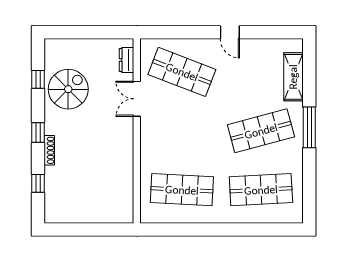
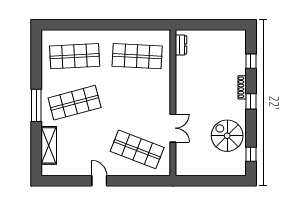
dresser: (126, 60) -> (181, 45), moved
window: (38, 79) -> (251, 154), moved
spiral stairs: (68, 89) -> (227, 136), turned 90

